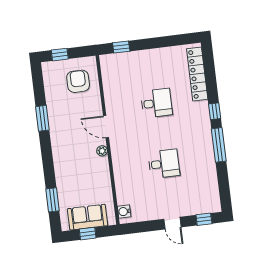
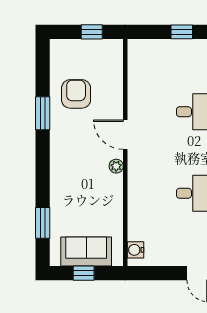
window: (121, 47) -> (182, 32), moved
window: (60, 55) -> (92, 32), moved
armchair: (78, 81) -> (76, 94), moved

